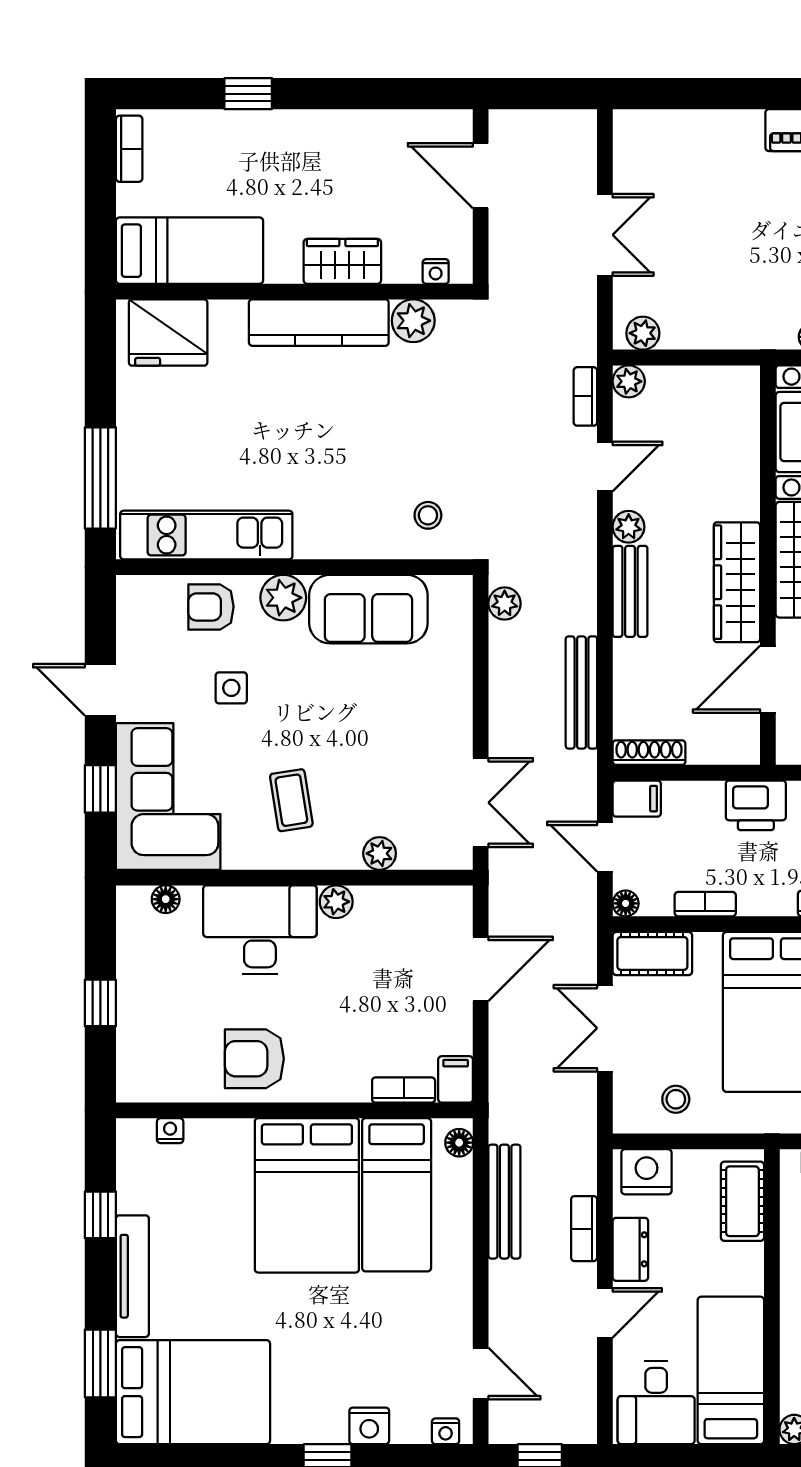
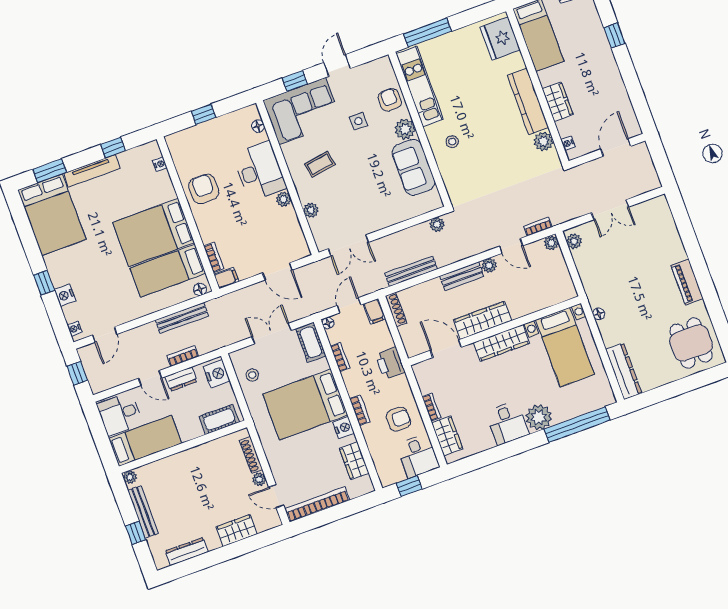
stool: (428, 515) -> (452, 142), moved

